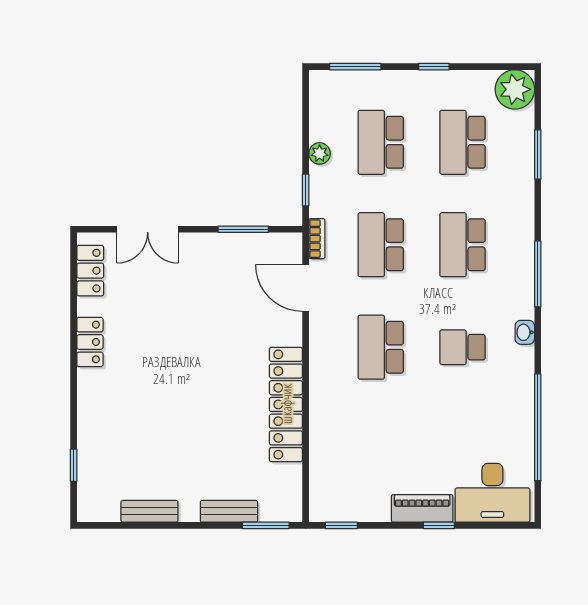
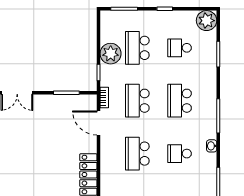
school desk: (463, 142) -> (180, 48), width x0.54
plant: (320, 153) -> (111, 54), width x1.88, depth x1.88

